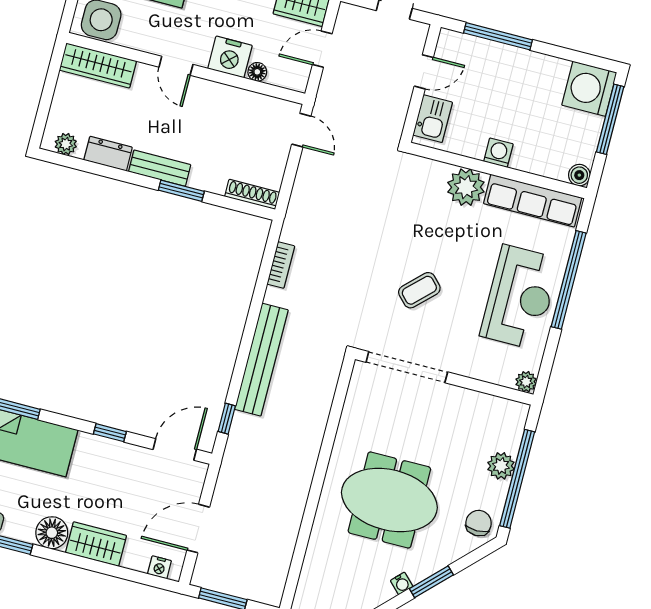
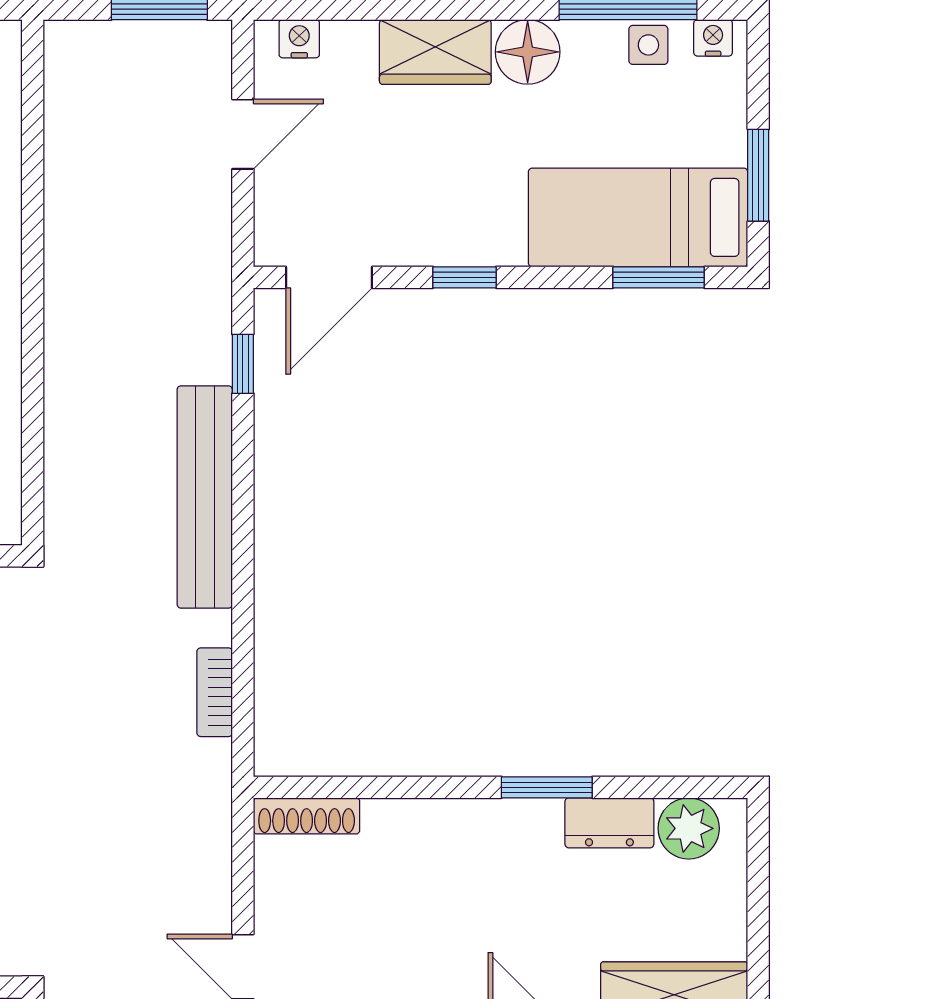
plant: (66, 144) -> (689, 828), width x1.38, depth x1.38
bench: (160, 168) -> (501, 821), removed
window: (181, 191) -> (547, 787), moved
door: (198, 529) -> (243, 134), width x0.73

